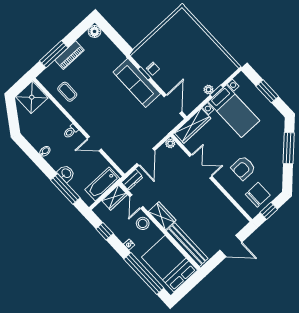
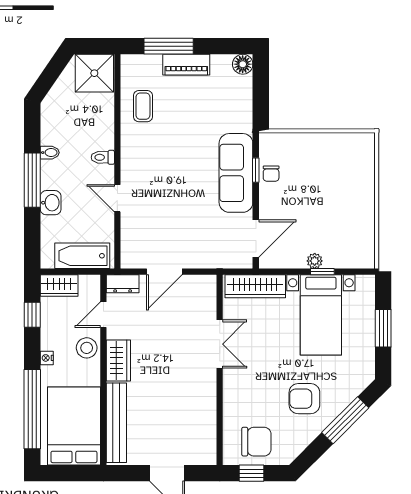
plant: (170, 143) -> (209, 283), removed
armchair: (243, 168) -> (304, 399), moved
window: (65, 189) -> (32, 180), moved
wardrobe: (115, 198) -> (59, 286), moved

